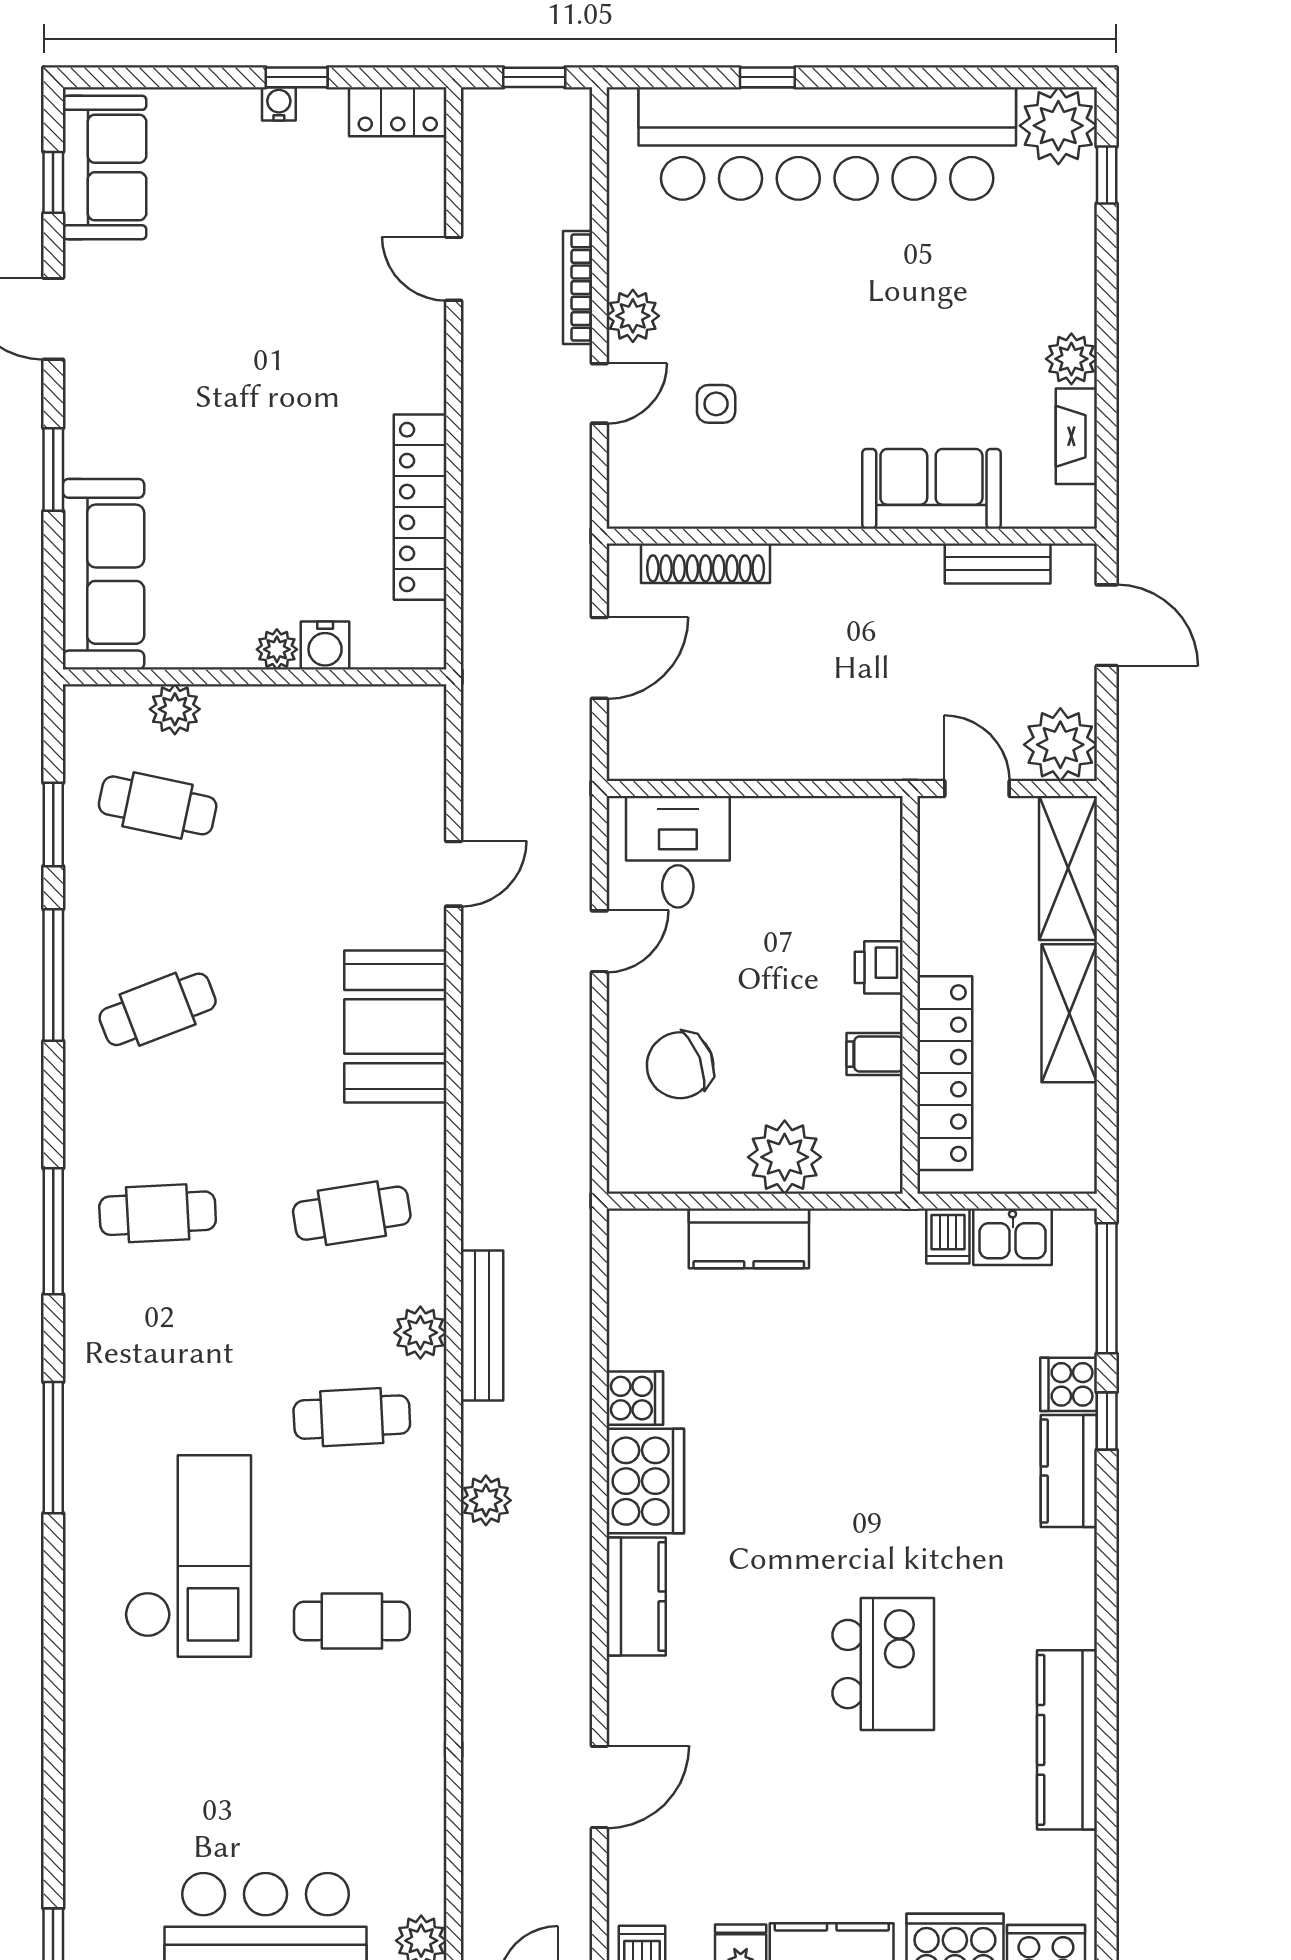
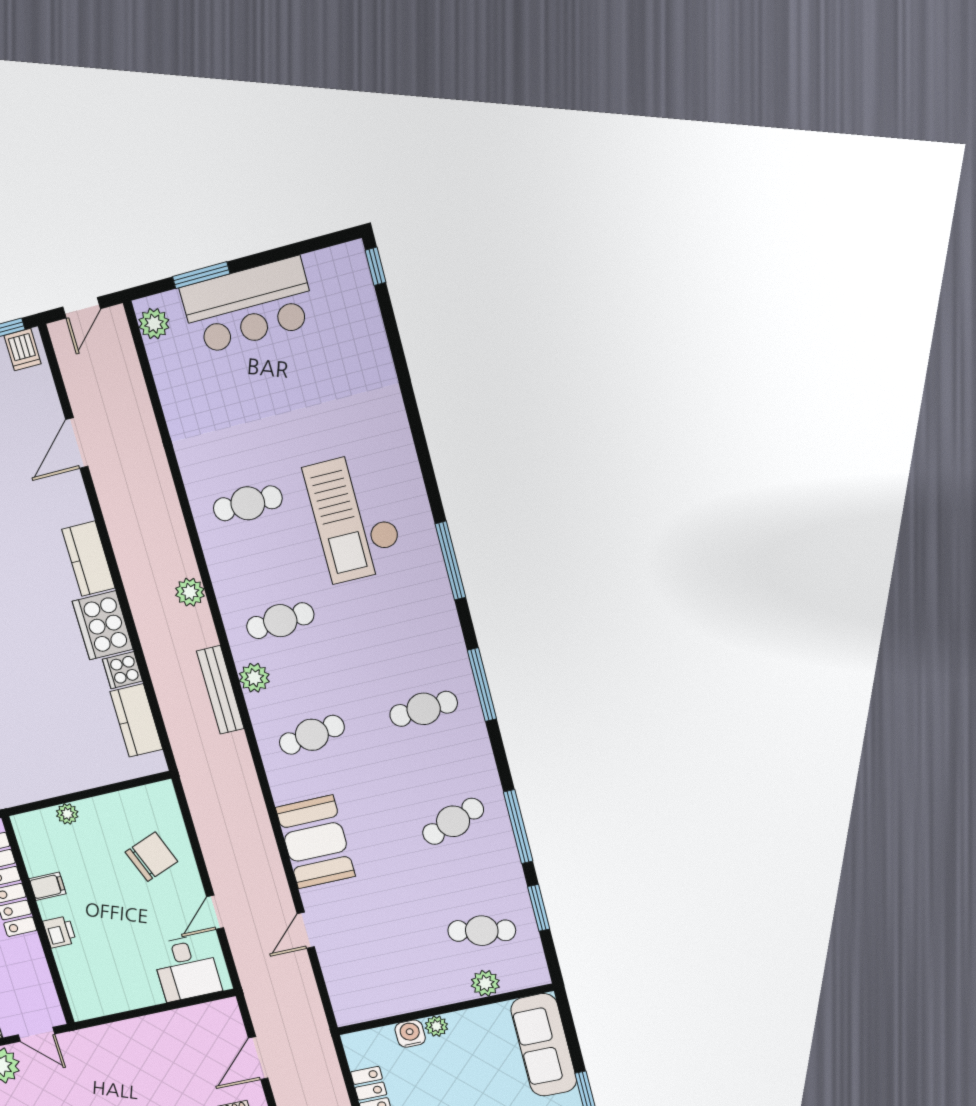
plant: (785, 1157) -> (67, 814), width x0.53, depth x0.53
kitchen counter: (749, 1238) -> (136, 720), moved, turned -90

